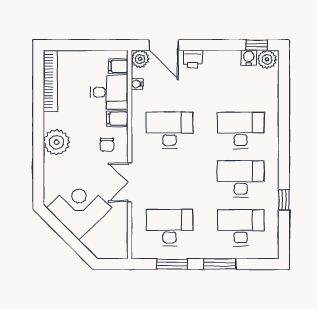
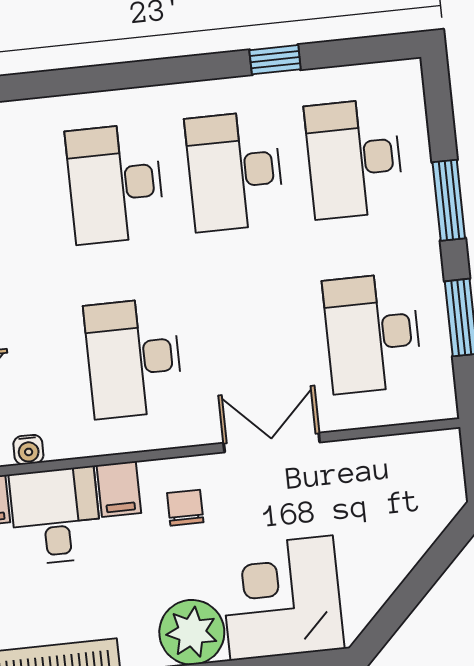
chair: (107, 145) -> (185, 508), turned -90
double door: (130, 182) -> (272, 443), swing flipped
corner desk: (79, 208) -> (282, 598), moved, turned 45

